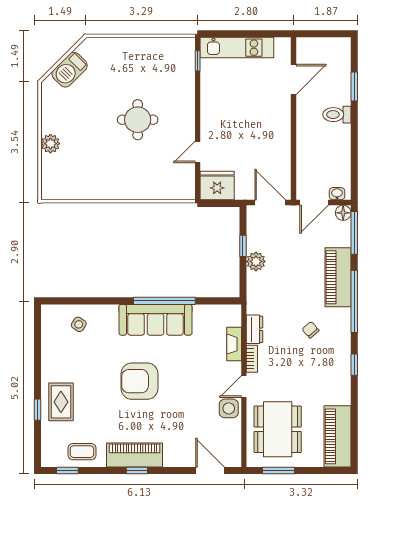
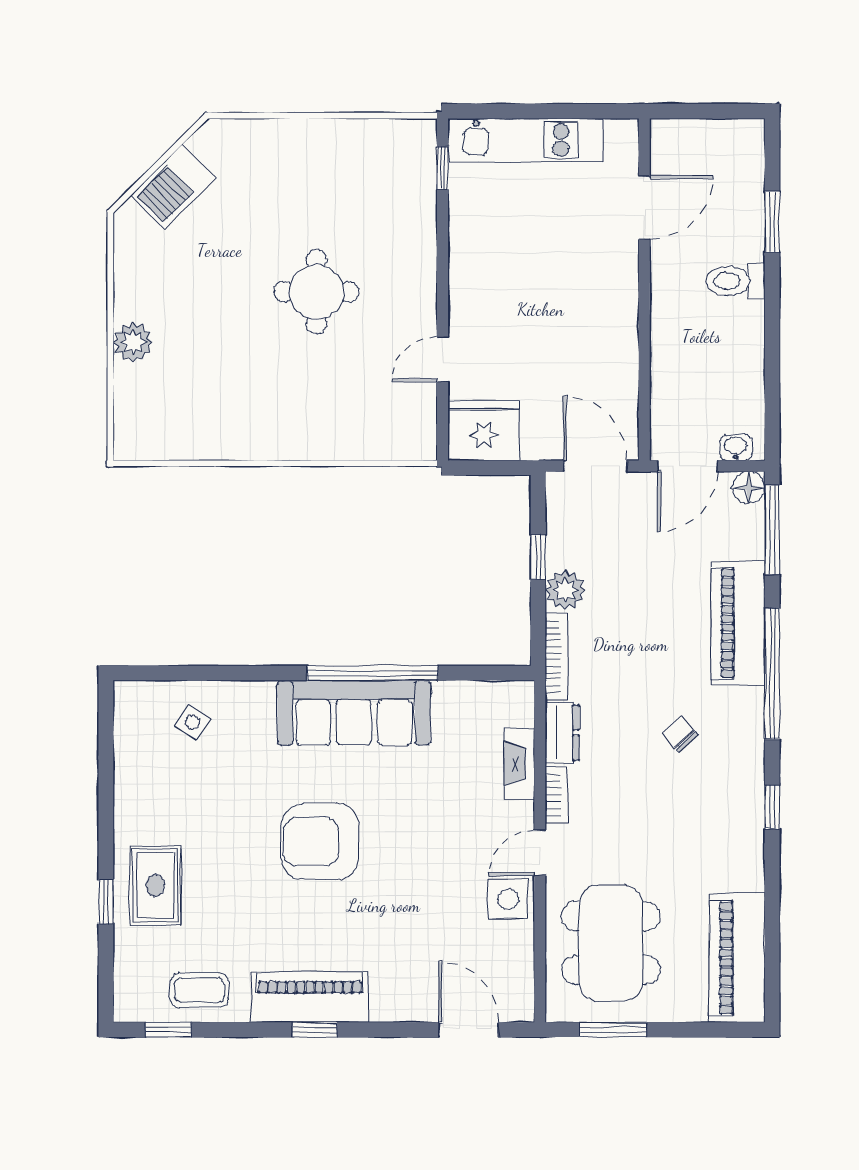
bookcase: (252, 293) -> (556, 656), added

